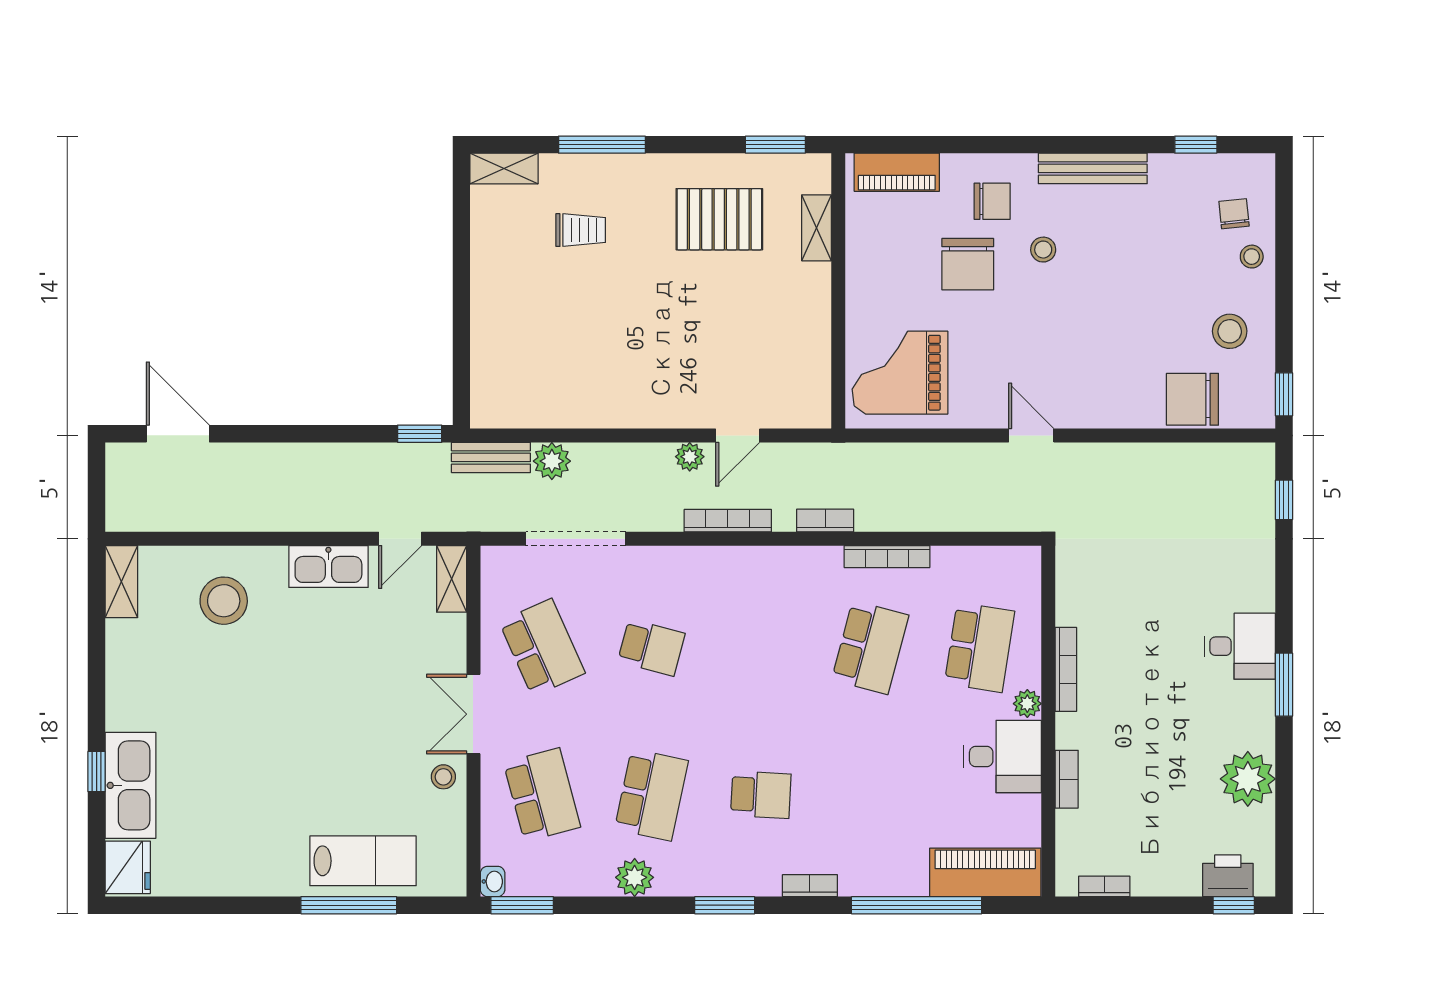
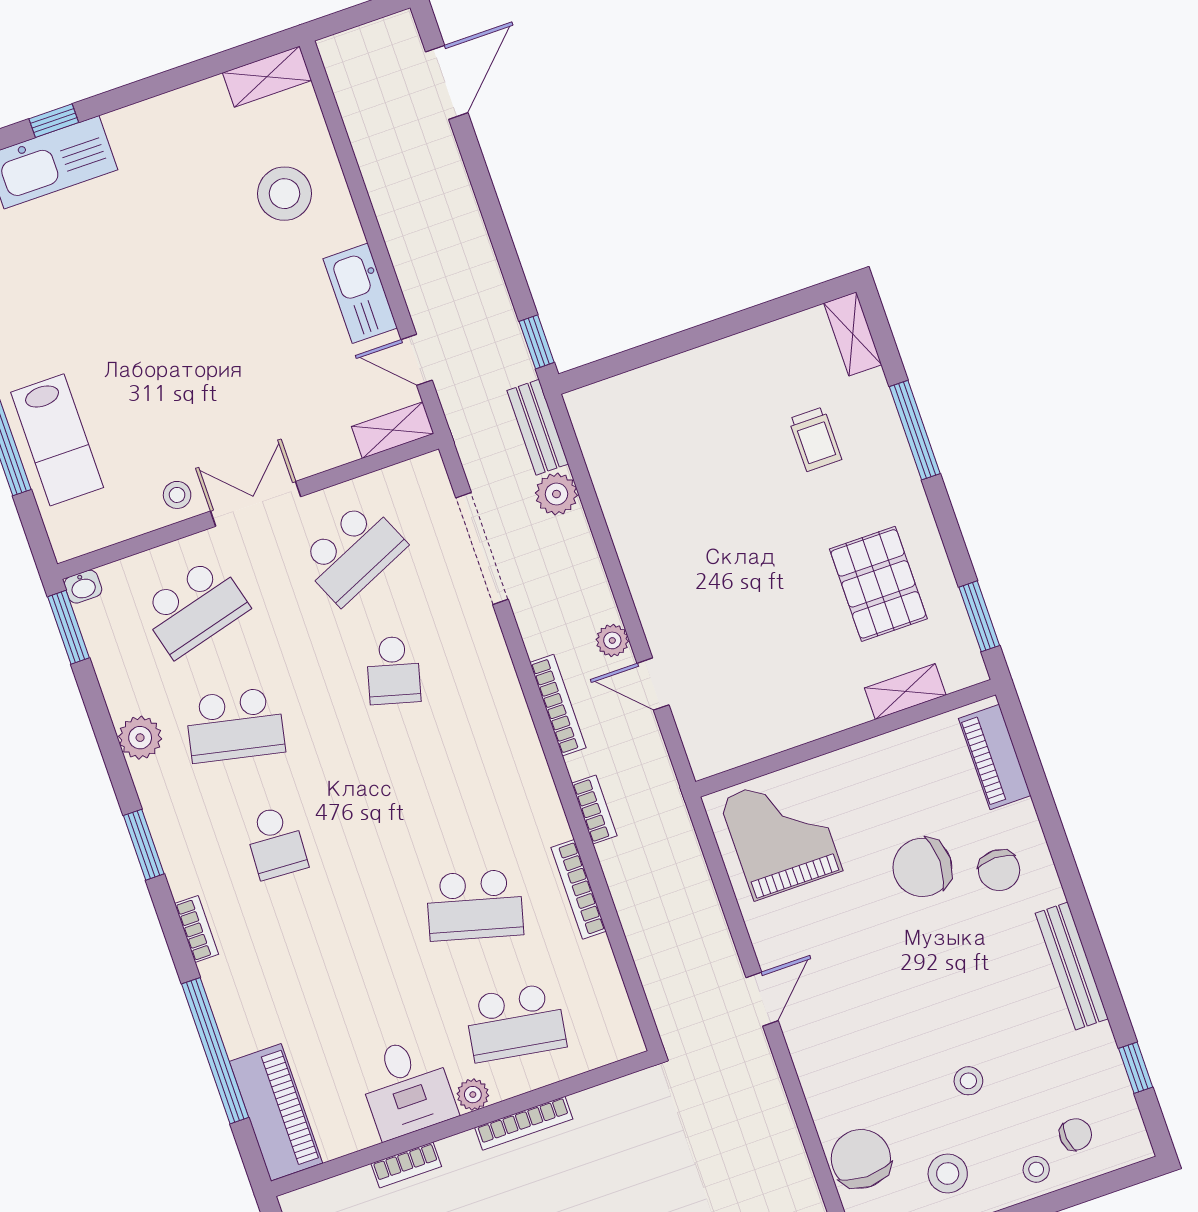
stool: (1043, 250) -> (968, 1081), moved

